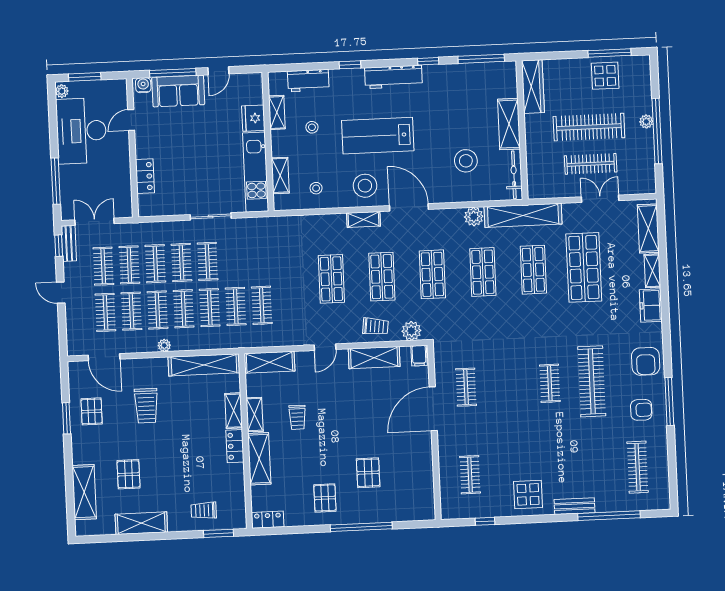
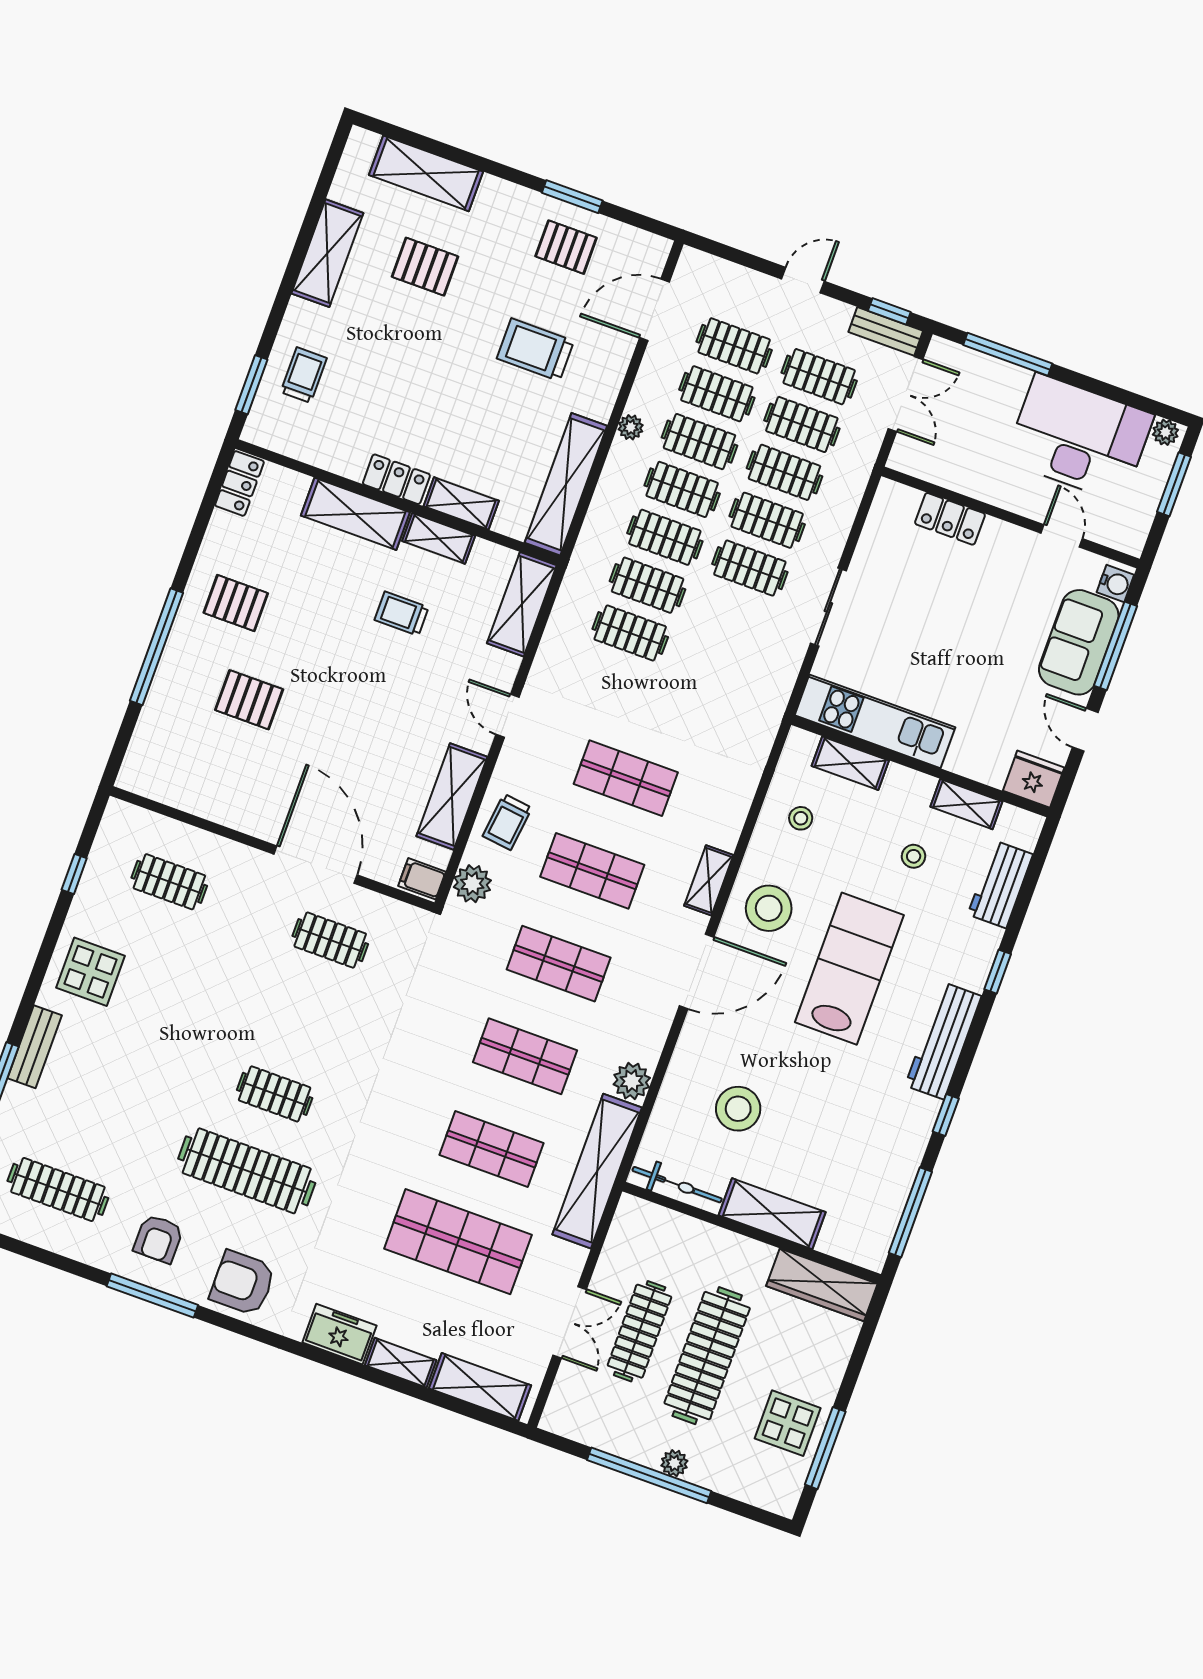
fridge: (253, 118) -> (1034, 779), moved

